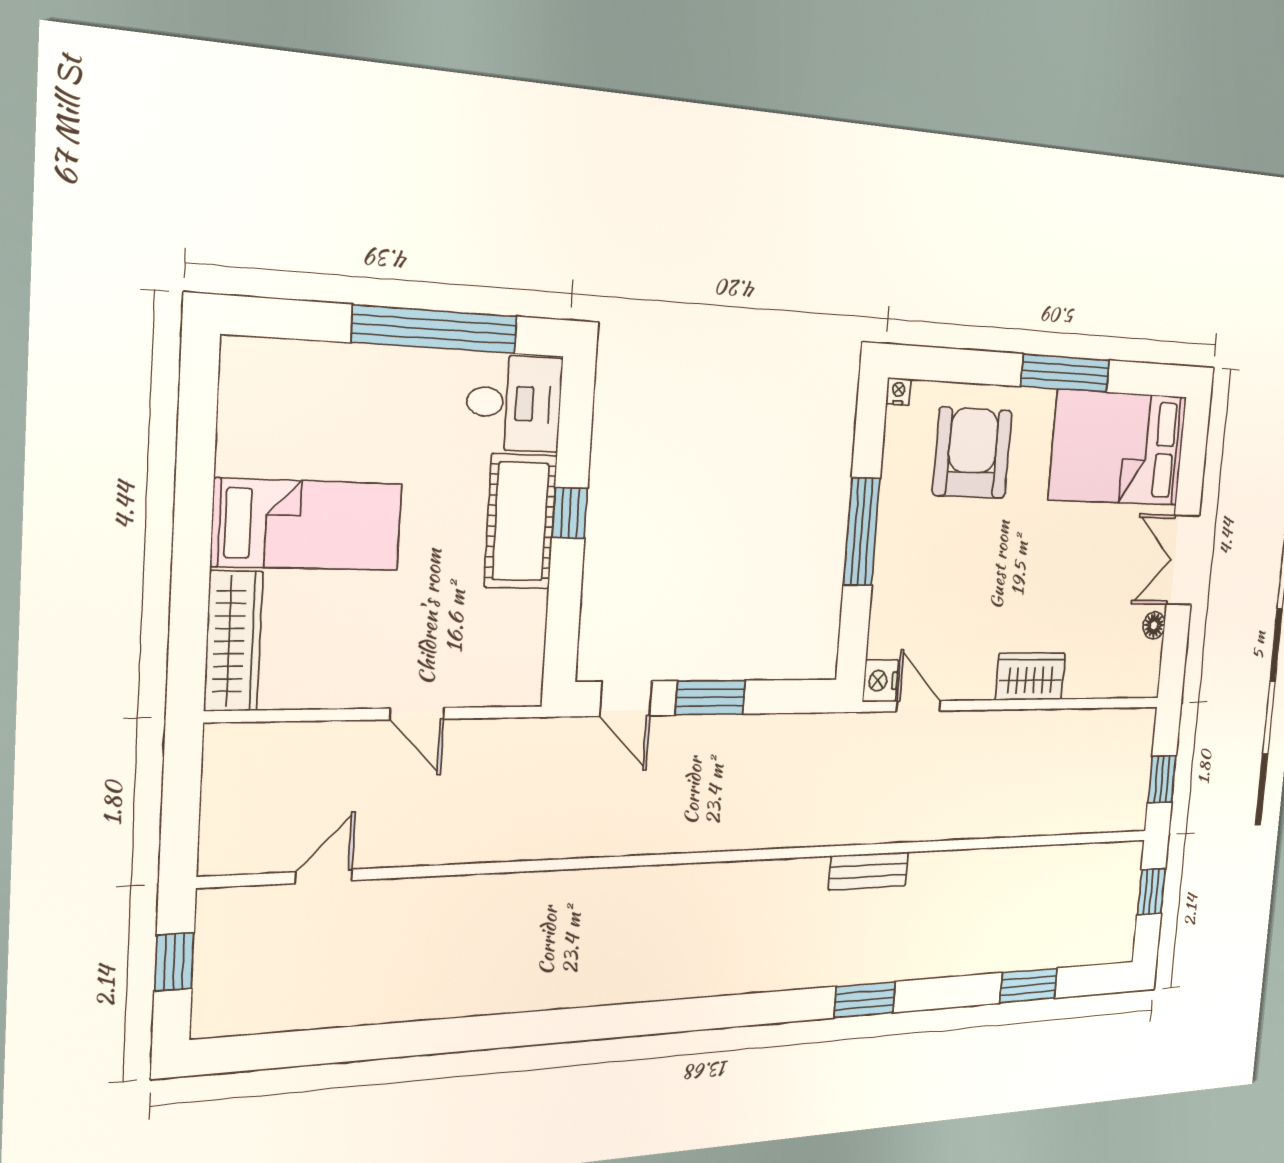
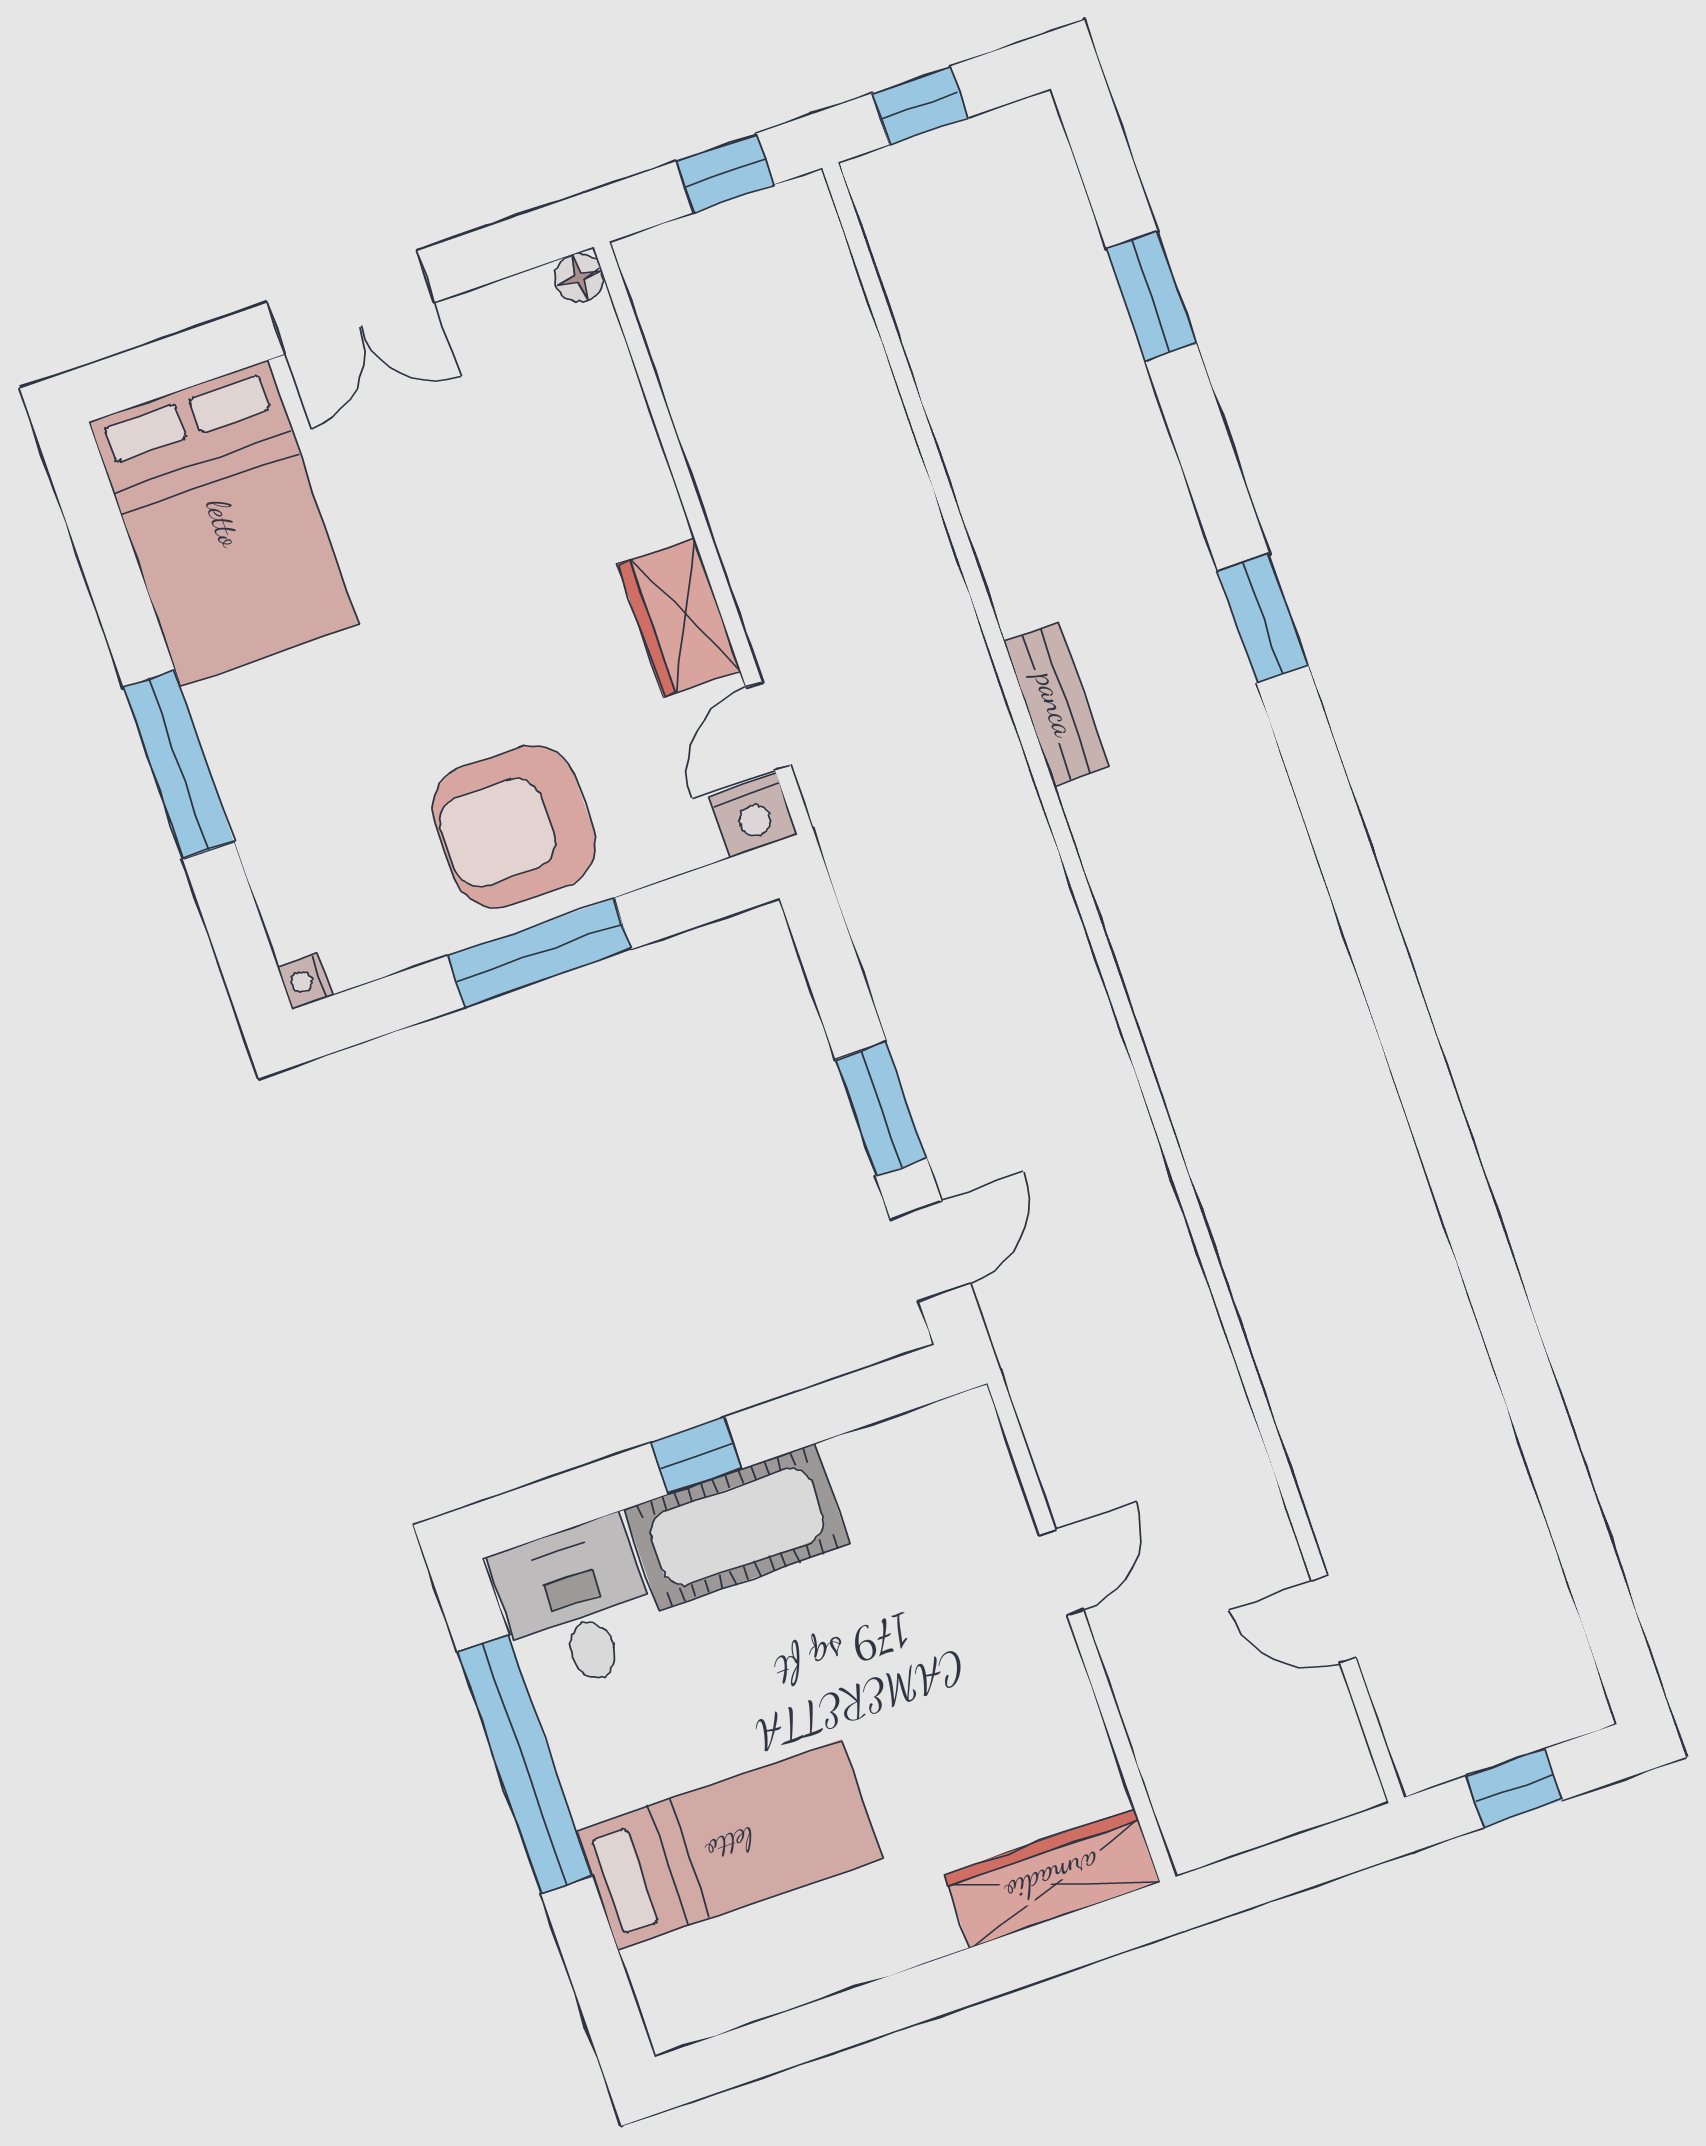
window: (1065, 373) -> (179, 765), moved
armchair: (972, 453) -> (514, 827), moved
bed: (307, 525) -> (730, 1845), moved, turned 90
floor lamp: (1154, 625) -> (579, 278), moved
wardrobe: (1030, 677) -> (679, 617), moved

